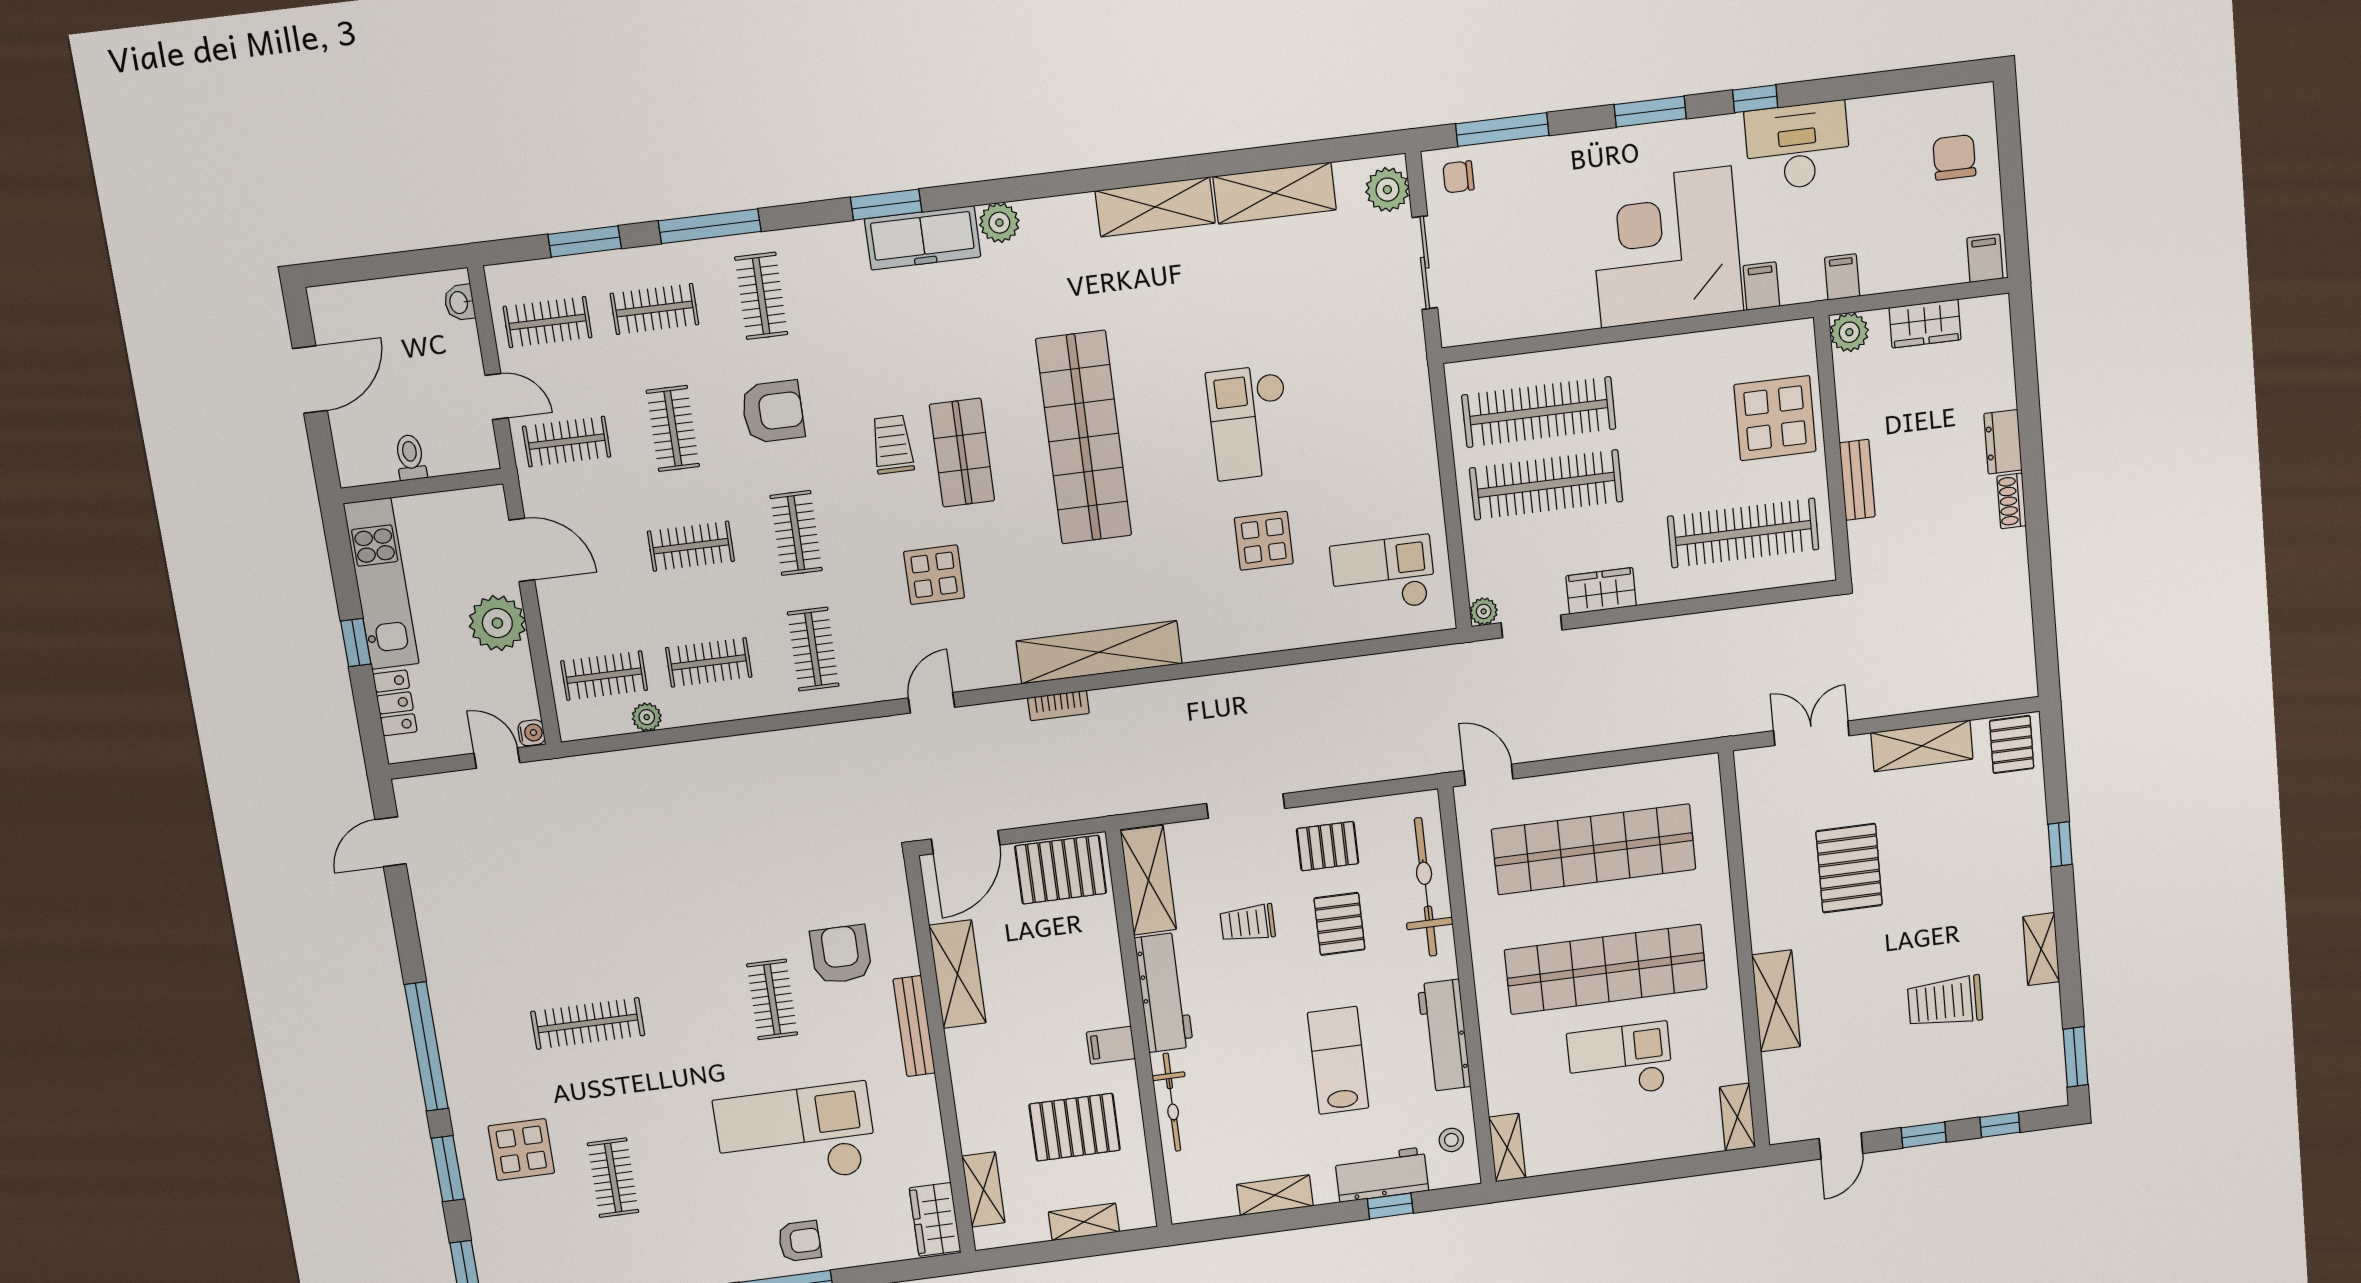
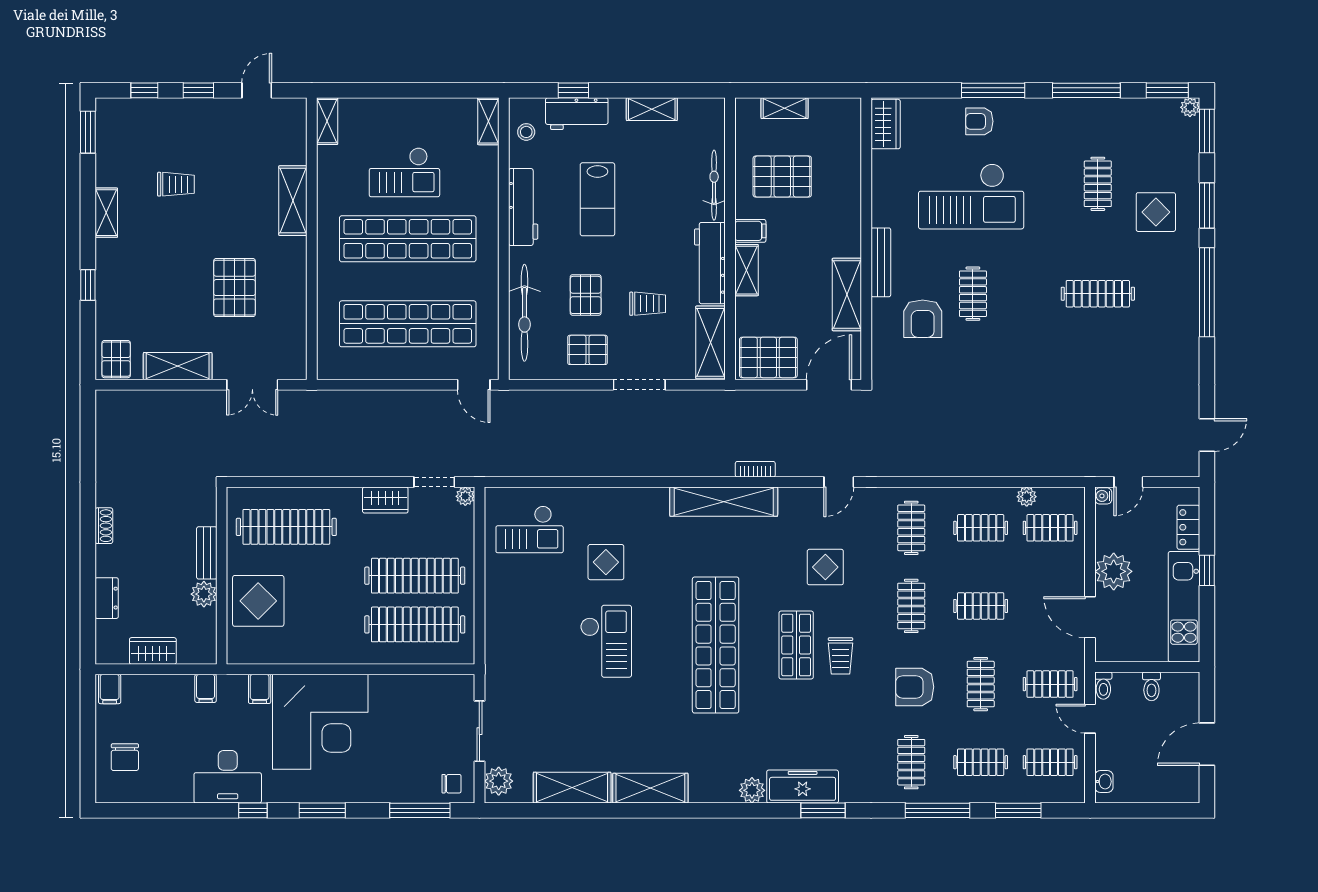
plant: (1849, 332) -> (204, 594), moved
dresser: (2003, 442) -> (107, 598), moved
toilet: (484, 450) -> (1103, 686), added
door: (497, 758) -> (1128, 482), hinge flipped
trolley: (1945, 1002) -> (176, 184), width x0.73, depth x0.72
shelving: (983, 1189) -> (747, 270), moved

